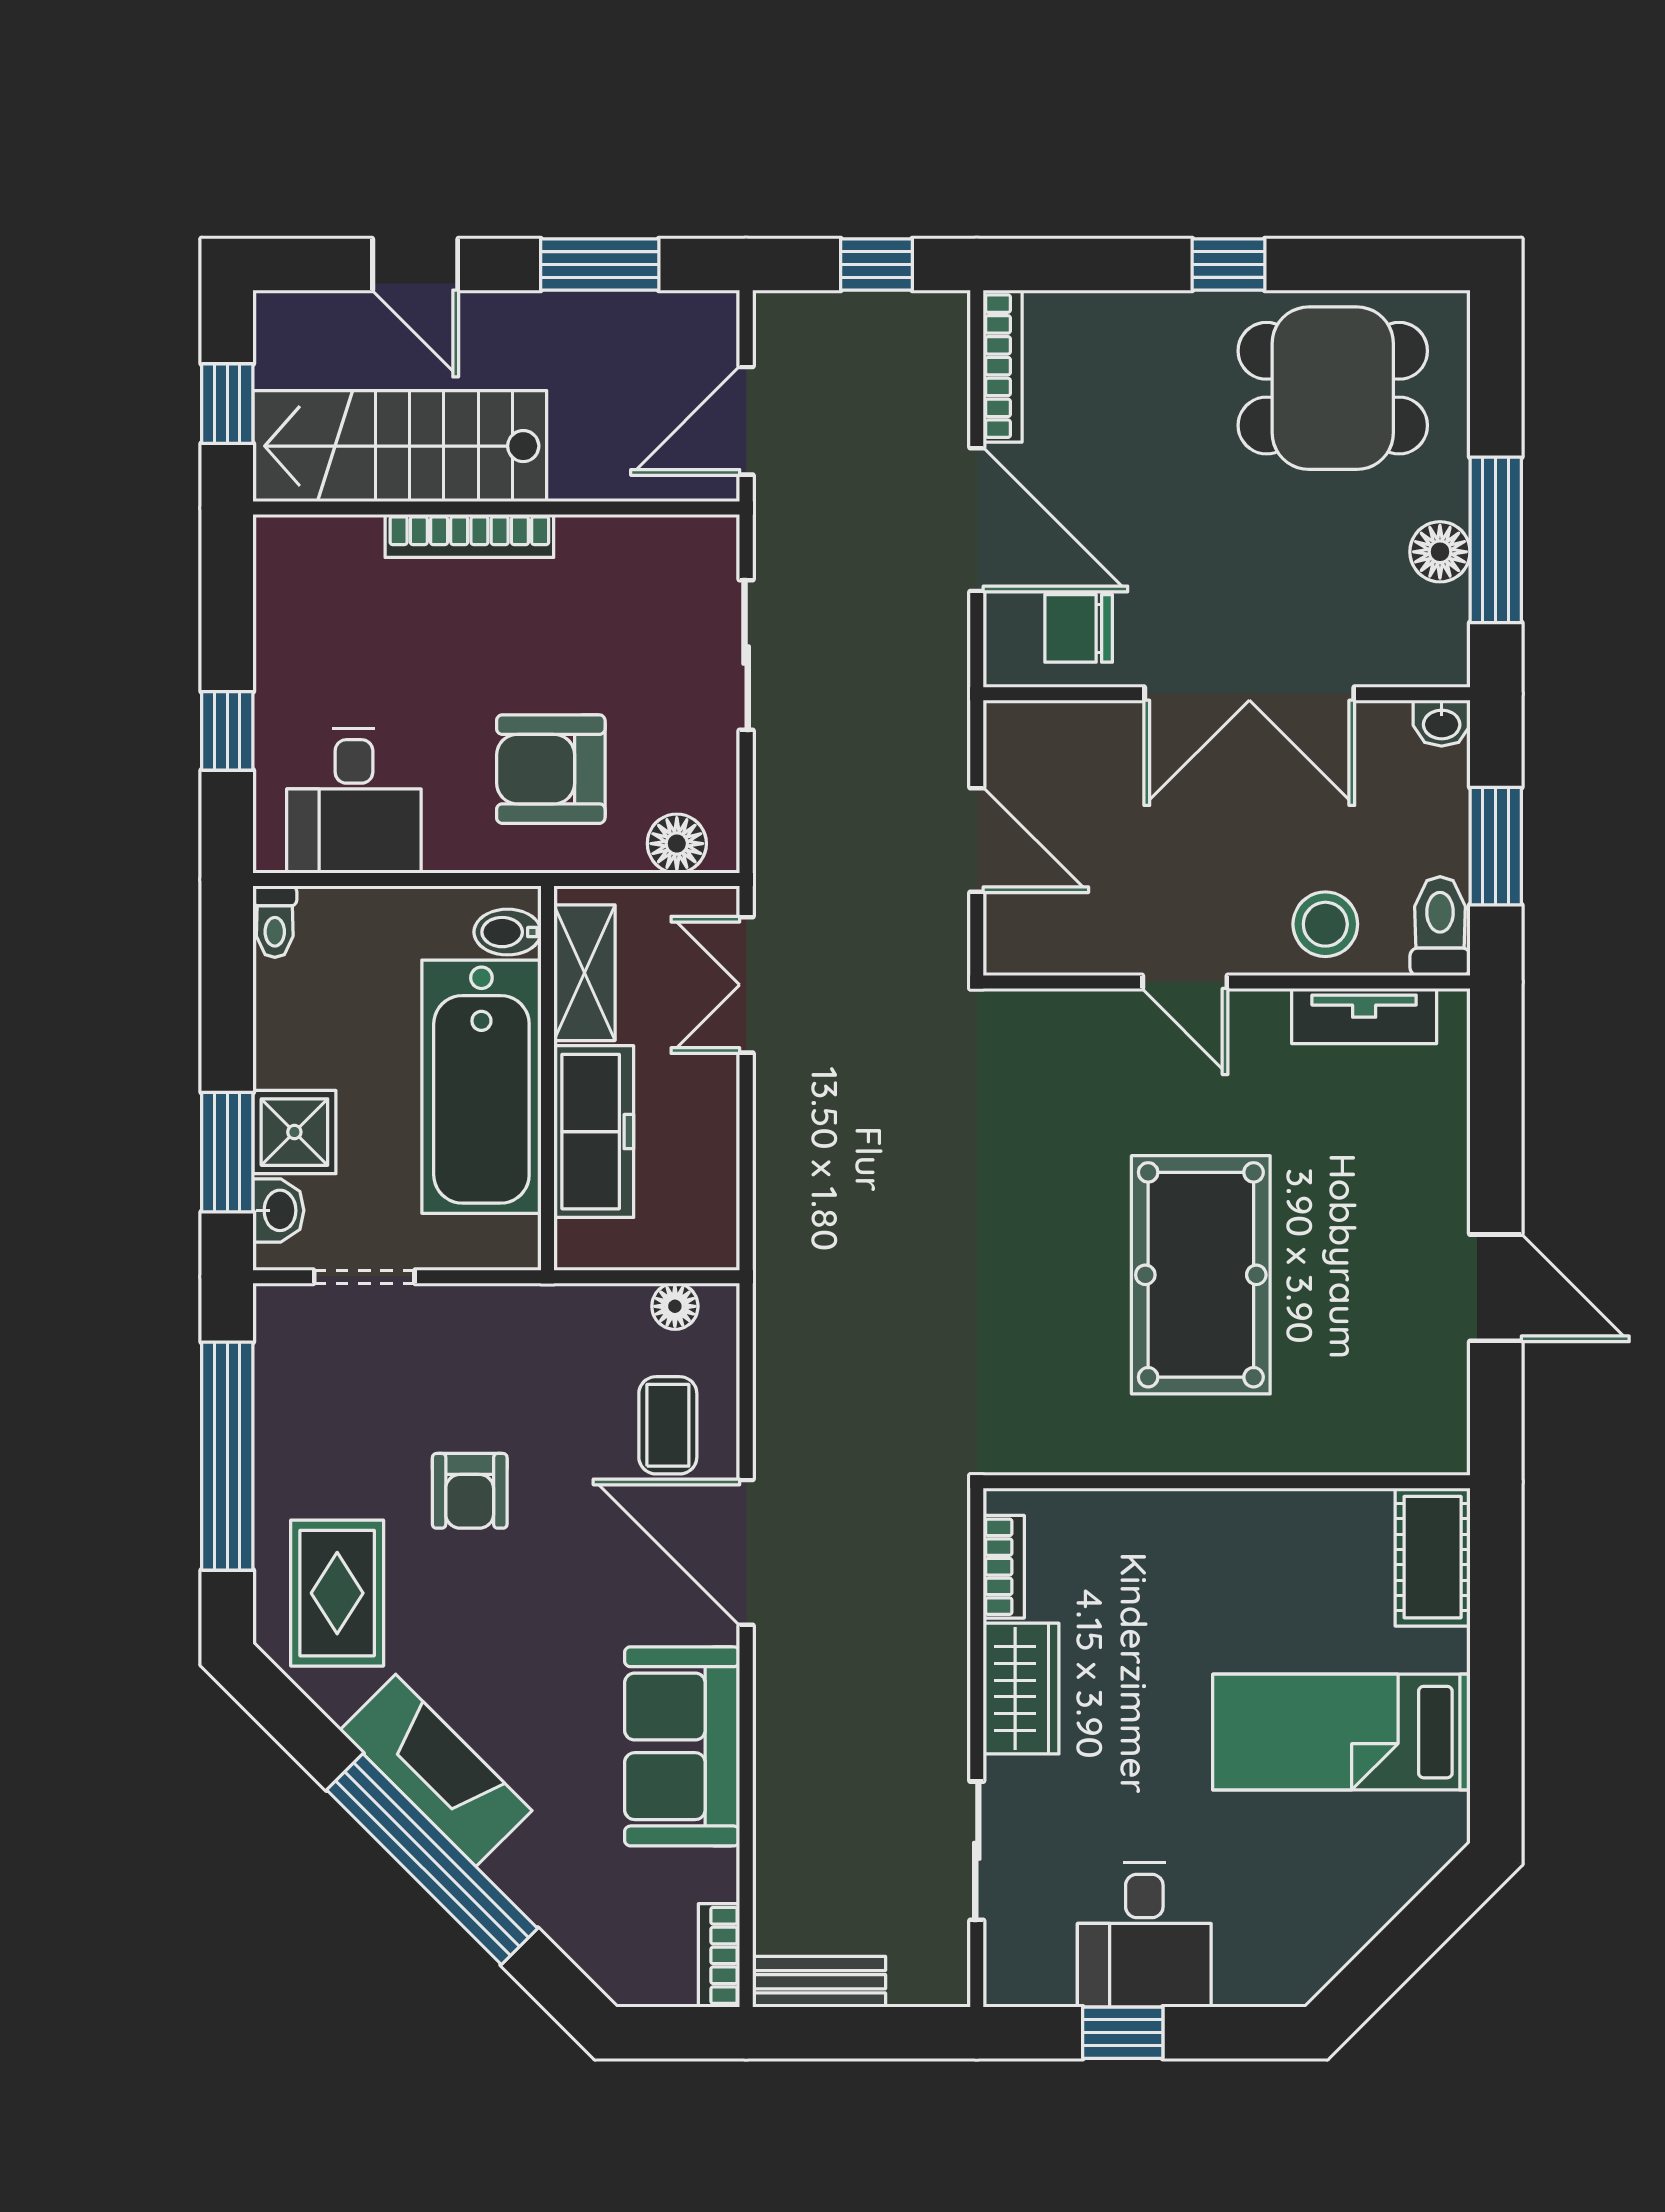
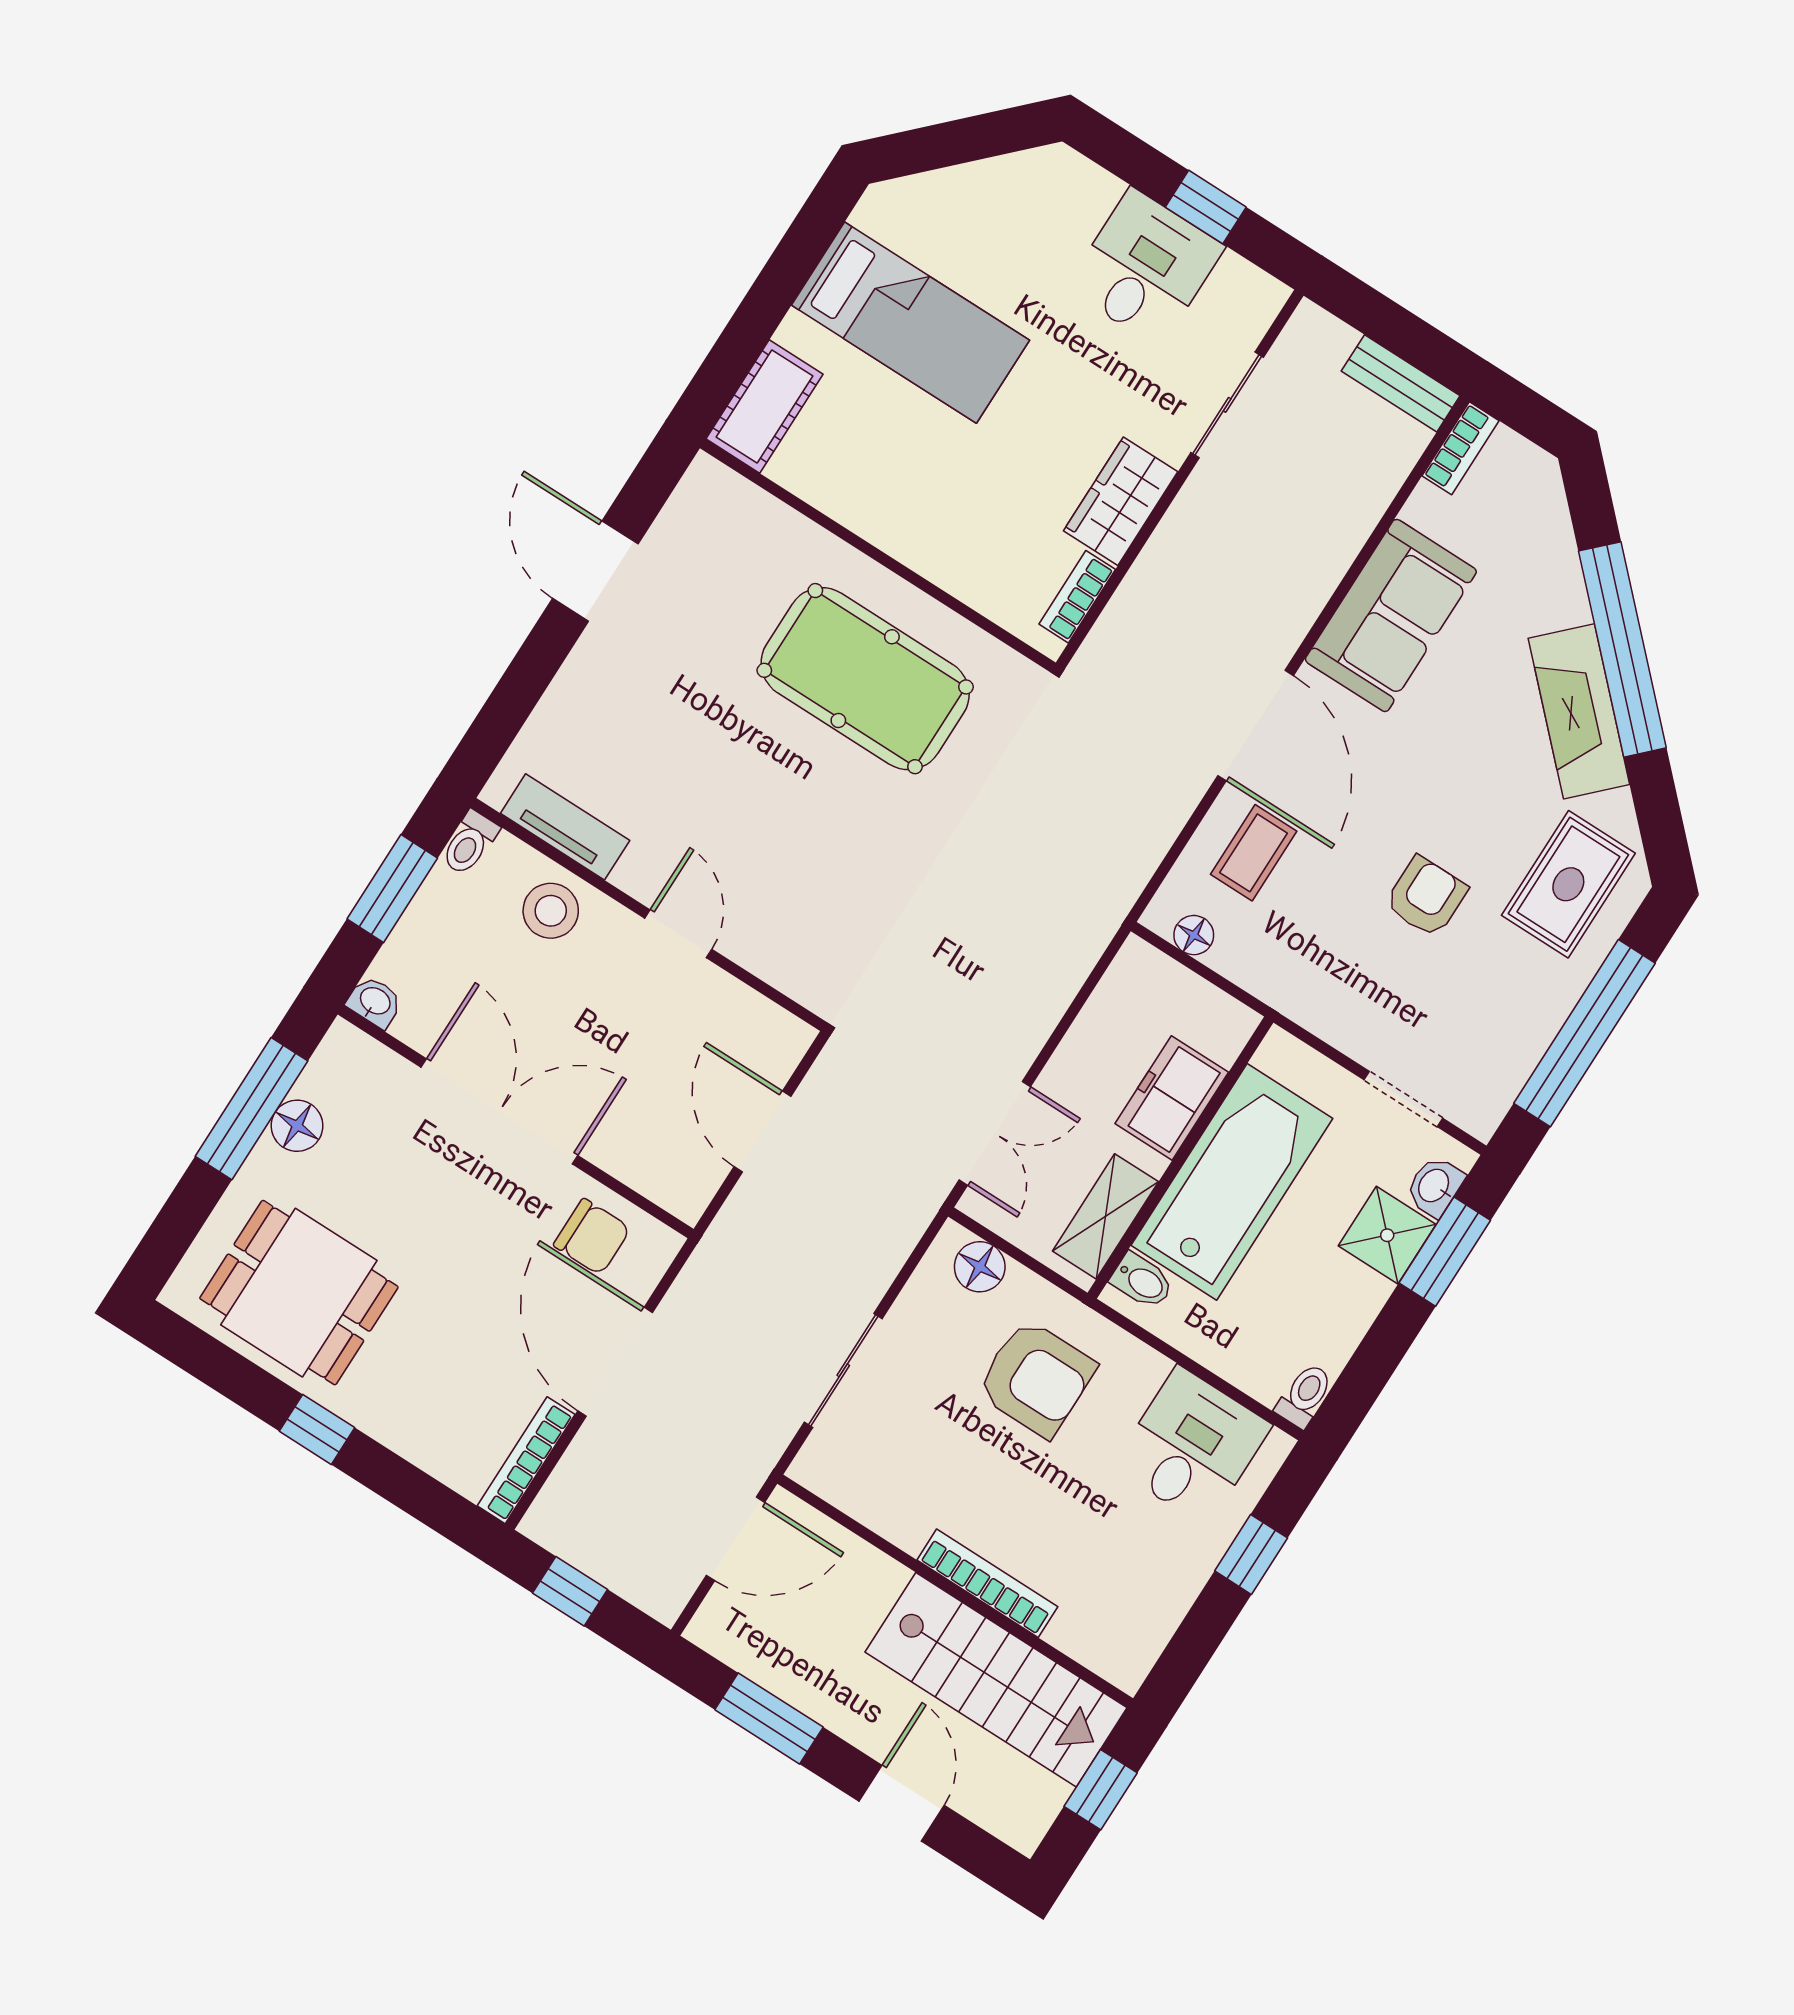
toilet: (1440, 926) -> (470, 843), width x0.73, depth x0.72
freezer: (594, 1132) -> (1172, 1098), width x0.71
pool table: (1201, 1275) -> (865, 679), moved, turned 90

